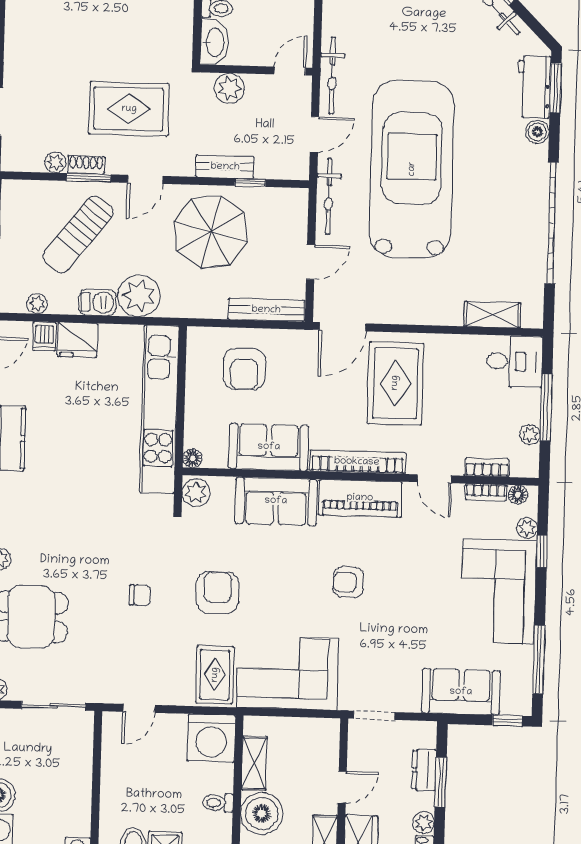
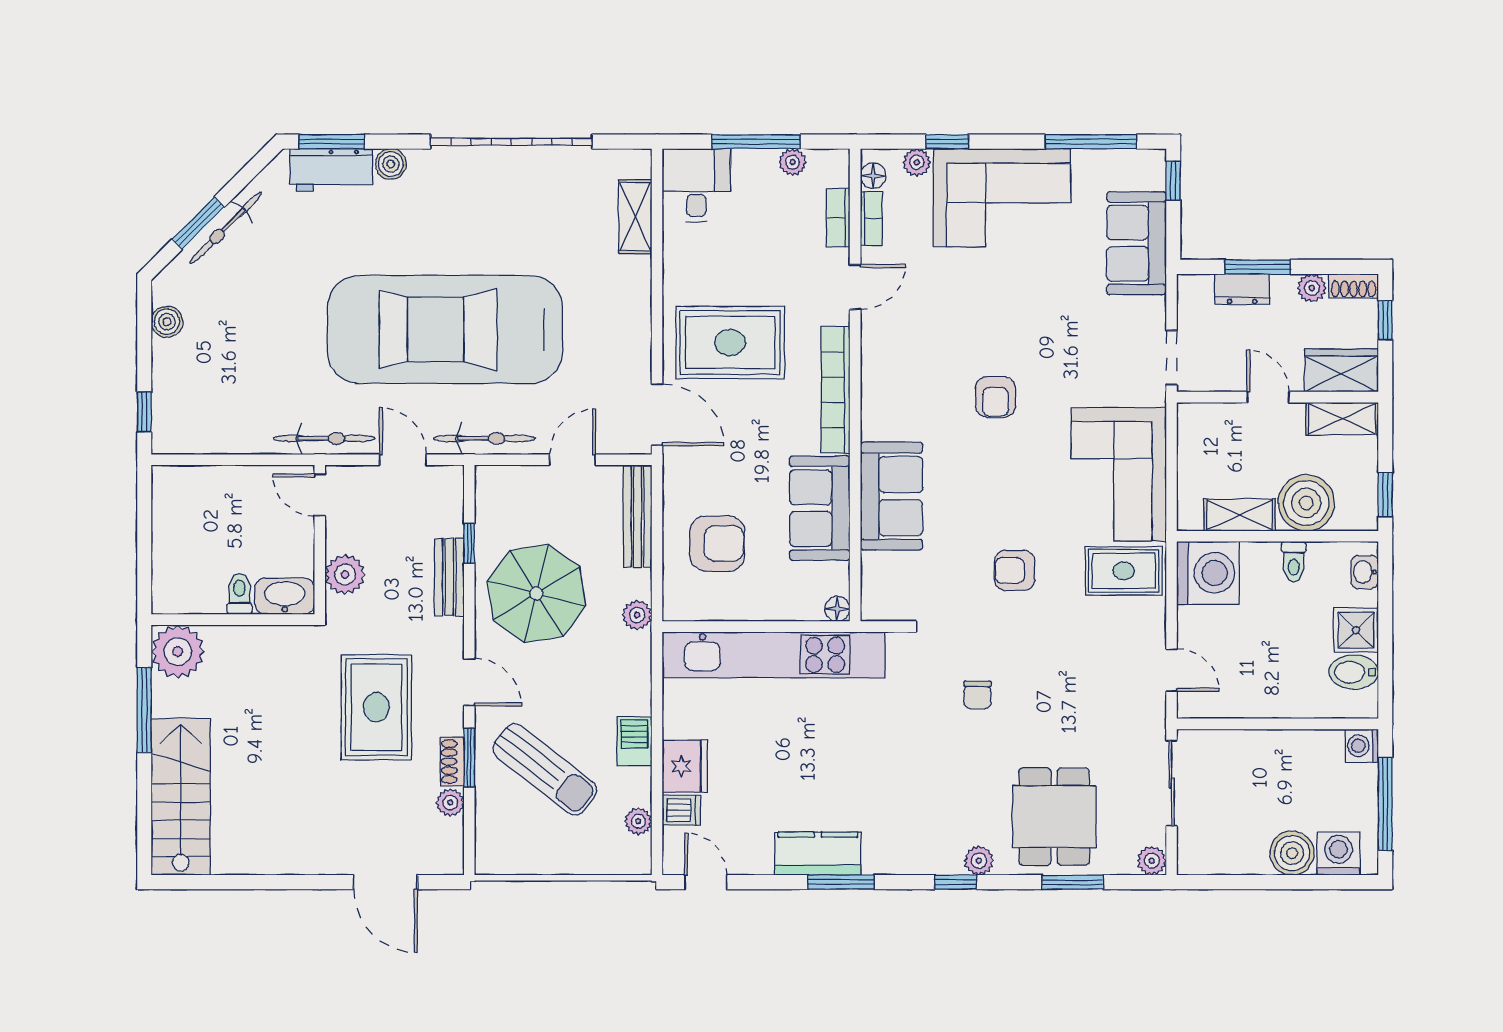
door: (311, 262) -> (572, 460), hinge flipped
plant: (139, 296) -> (637, 615), moved, width x0.53, depth x0.53
plant: (196, 493) -> (883, 603), removed
piano: (360, 498) -> (884, 385), removed
armchair: (217, 593) -> (1015, 570), width x0.72, depth x0.72
chair: (140, 595) -> (977, 695), moved, turned 180

